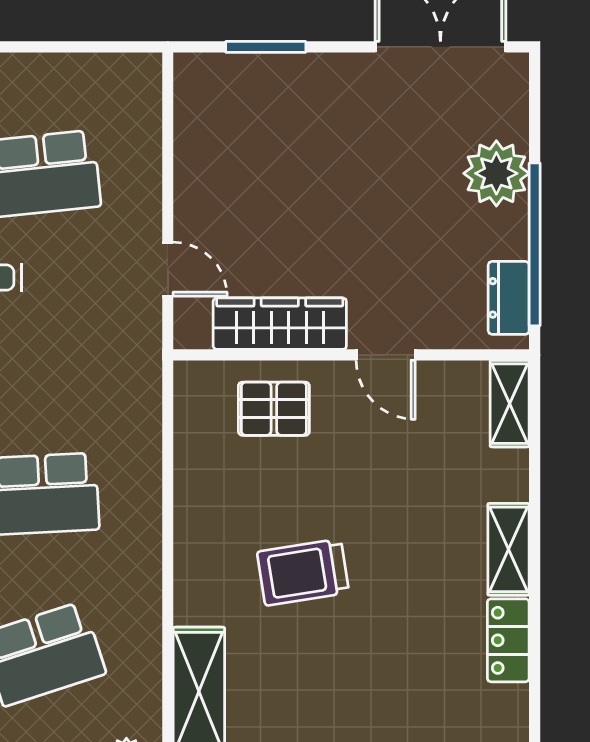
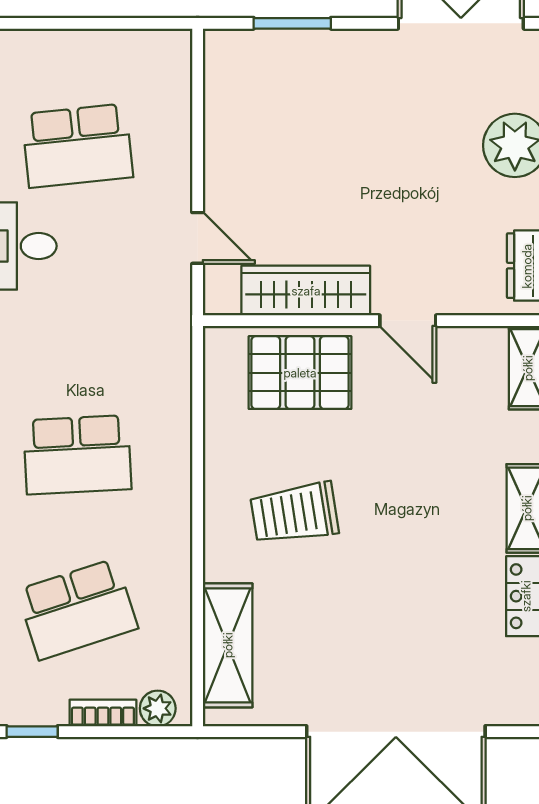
pallet: (274, 409) -> (300, 373), width x1.50, depth x1.42
trolley: (303, 572) -> (294, 513), moved

